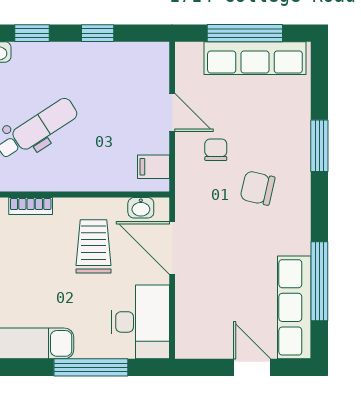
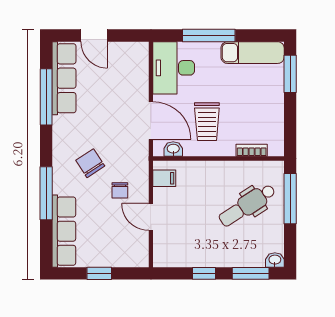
window: (32, 33) -> (251, 273), width x1.50
window: (245, 33) -> (99, 273), width x0.46
row of seats: (255, 58) -> (64, 231), moved, turned 90
window: (319, 146) -> (46, 193), width x1.44
chair: (258, 188) -> (90, 163), turned -136

